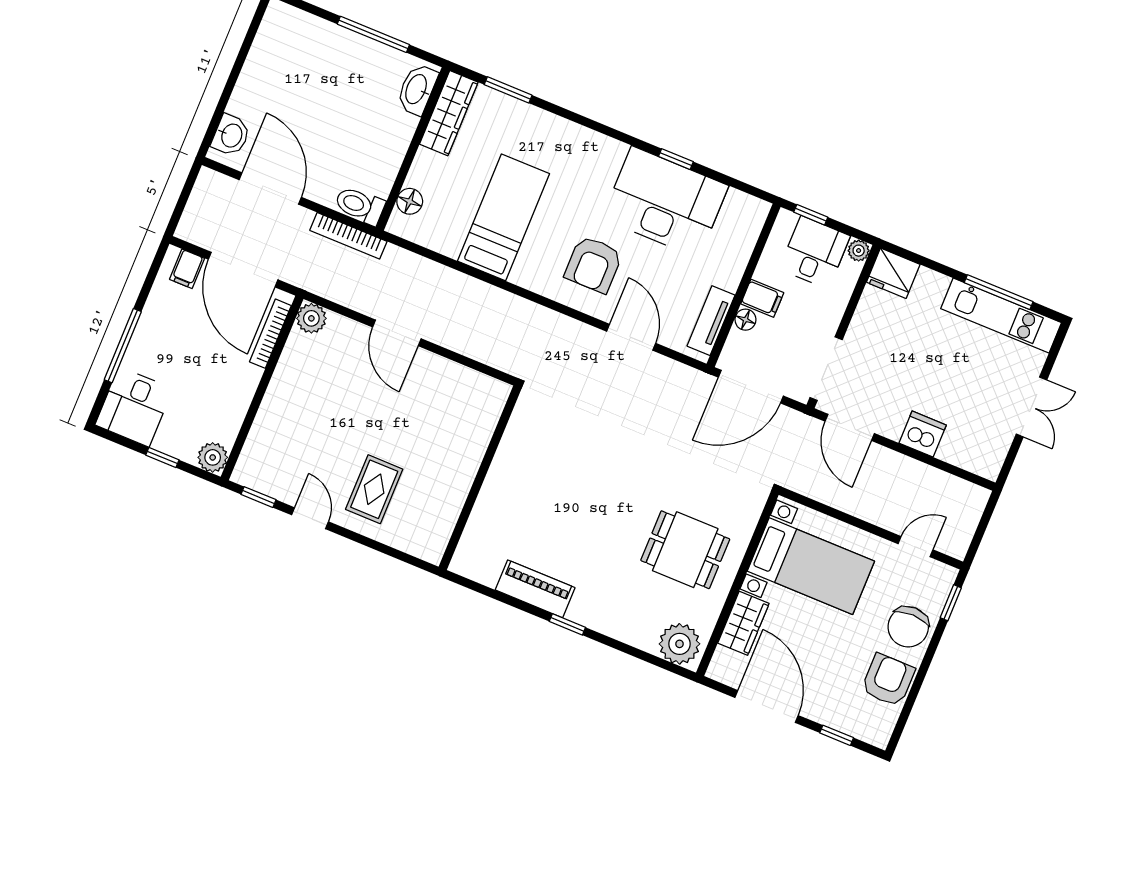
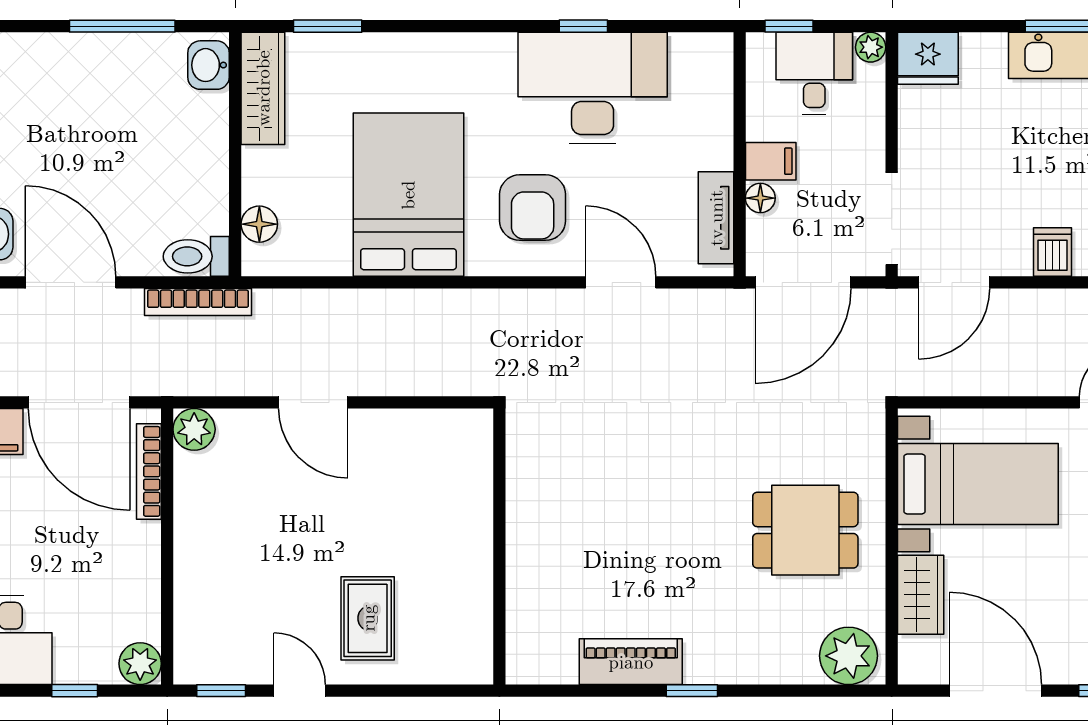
washbasin: (417, 89) -> (208, 65), width x0.72
bed: (503, 217) -> (408, 195), width x1.50
door: (850, 427) -> (954, 282), hinge flipped
dishwasher: (923, 434) -> (1052, 252), width x0.73

